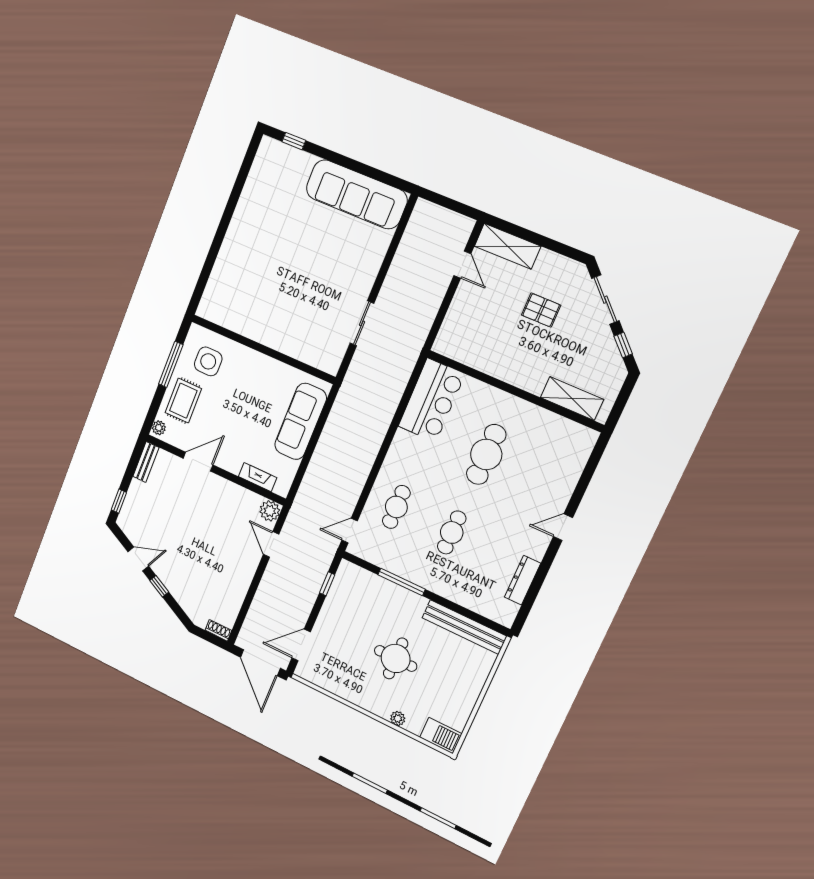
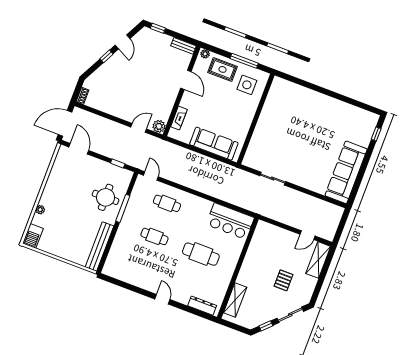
dresser: (523, 580) -> (202, 306), moved
round table: (396, 658) -> (106, 197), moved

